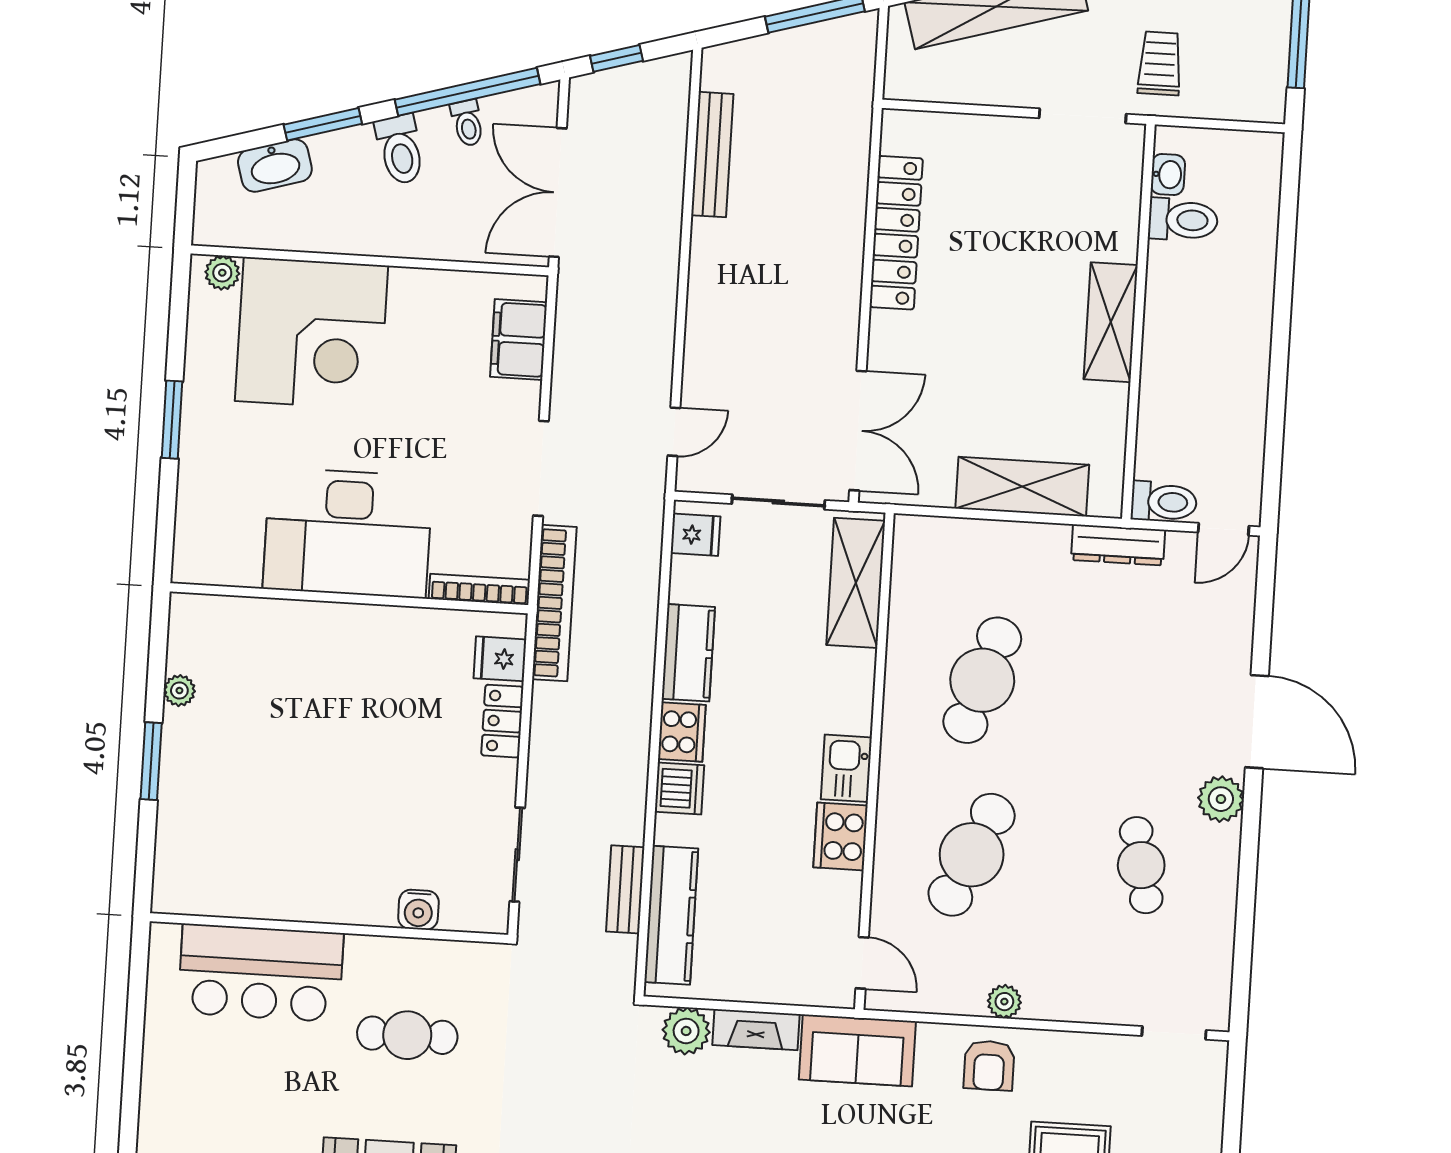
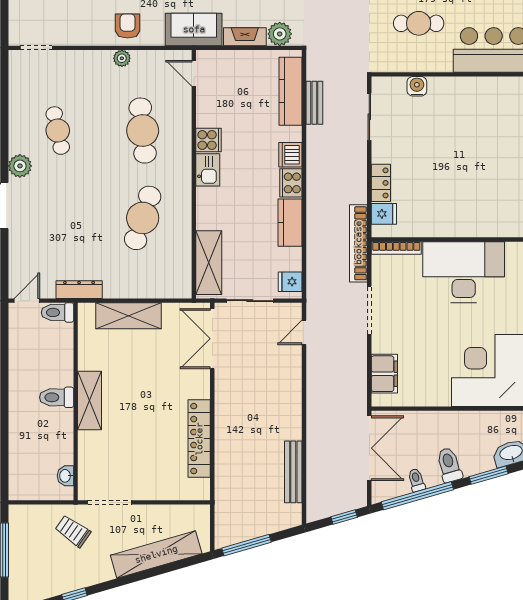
trolley: (1160, 63) -> (73, 531), turned 125
toilet: (1183, 220) -> (57, 397), moved
cooker: (840, 836) -> (209, 140), width x0.73
cafe table: (972, 855) -> (143, 131), turned -30

